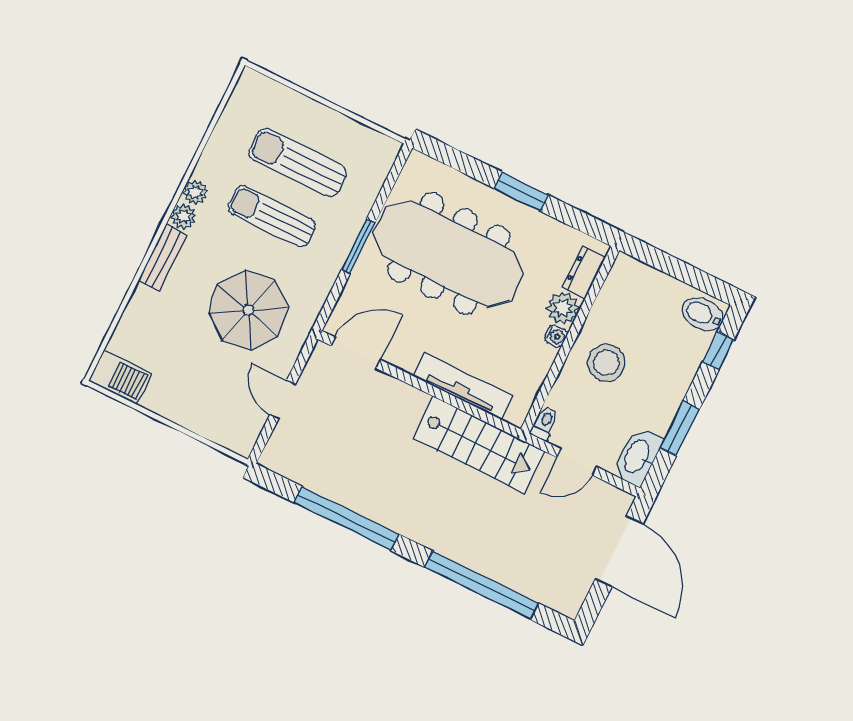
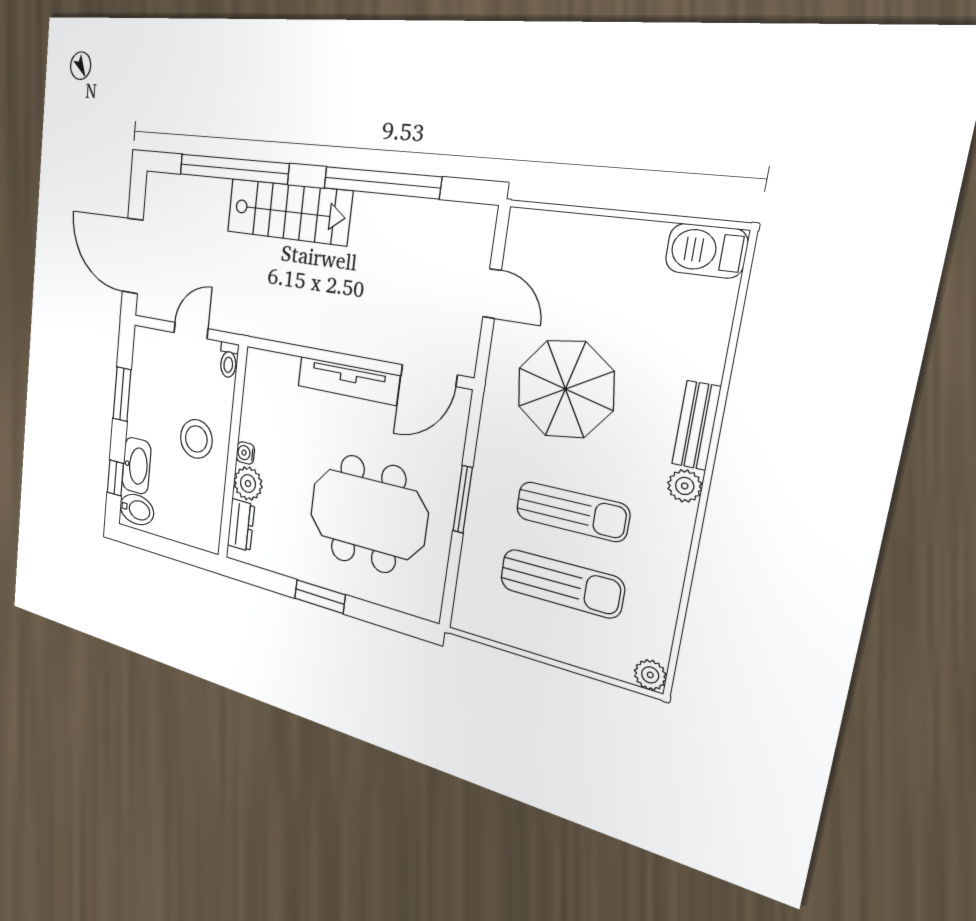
plant: (195, 192) -> (650, 675), moved
meeting table: (449, 253) -> (368, 514), width x0.73
tv unit: (463, 386) -> (348, 381), moved
stairs: (478, 444) -> (288, 212), moved, turned 180
washbasin: (637, 457) -> (136, 466), moved

